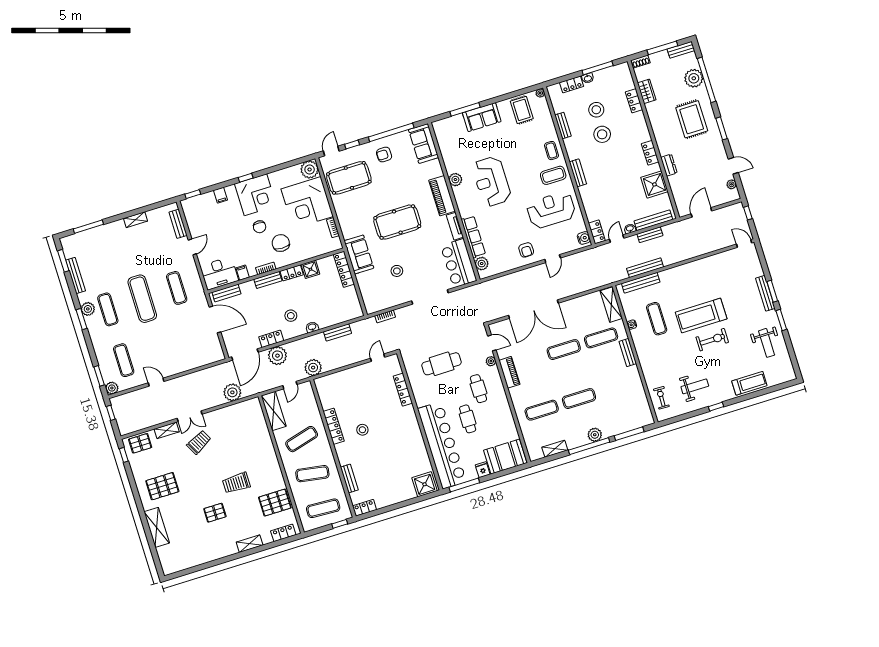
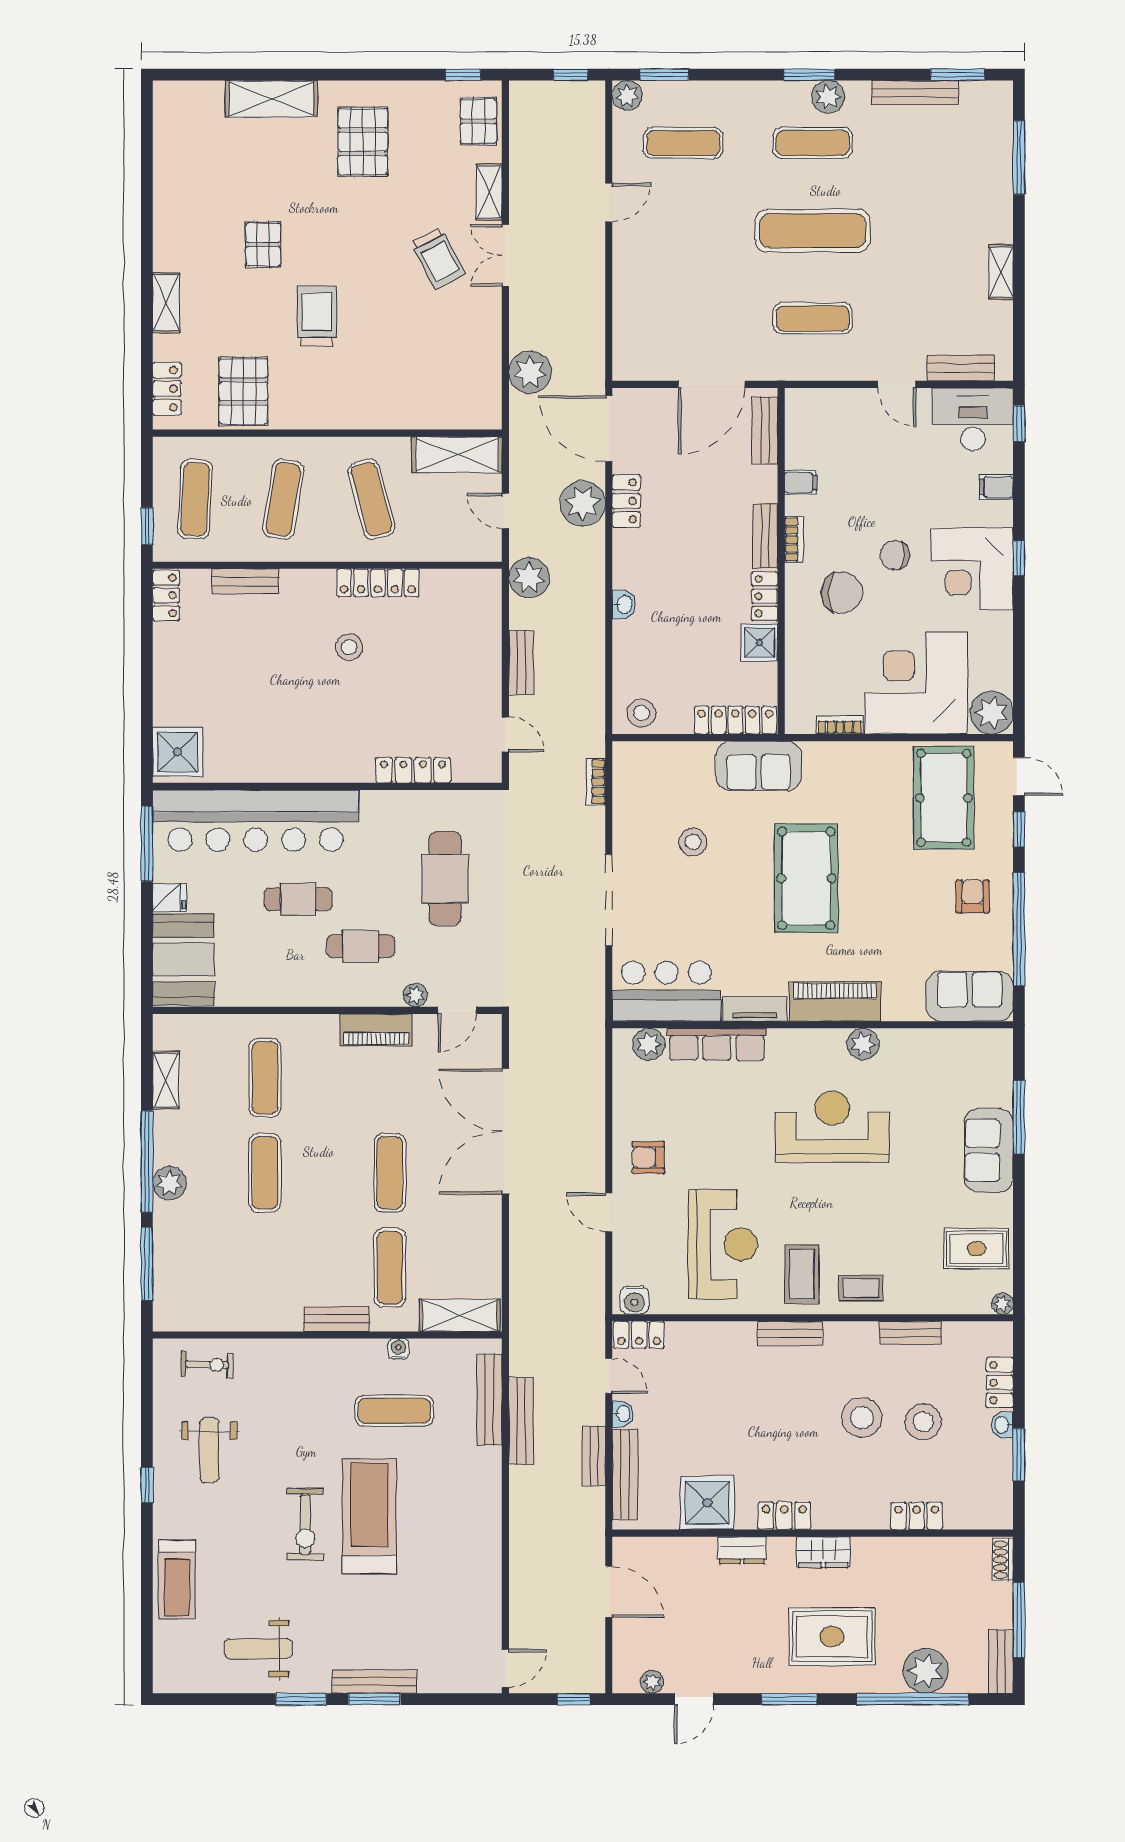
window: (598, 68) -> (1019, 1455), width x0.69
wardrobe: (647, 91) -> (823, 1552), moved
desk: (219, 273) -> (973, 419), moved, turned 90
stool: (291, 316) -> (641, 713), moved
bench: (337, 332) -> (521, 663), moved

